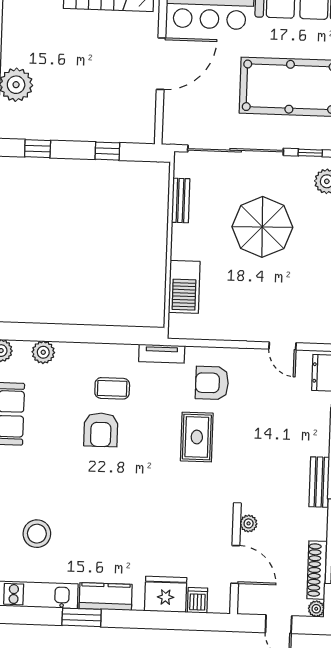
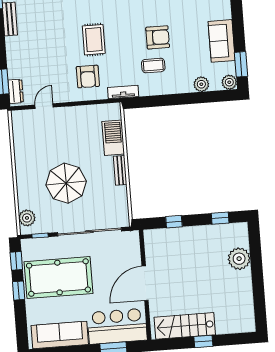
bench: (181, 200) -> (120, 170), moved
door: (282, 346) -> (44, 106), hinge flipped
armchair: (212, 383) -> (88, 77), turned 90
armchair: (101, 430) -> (158, 37), turned 90

